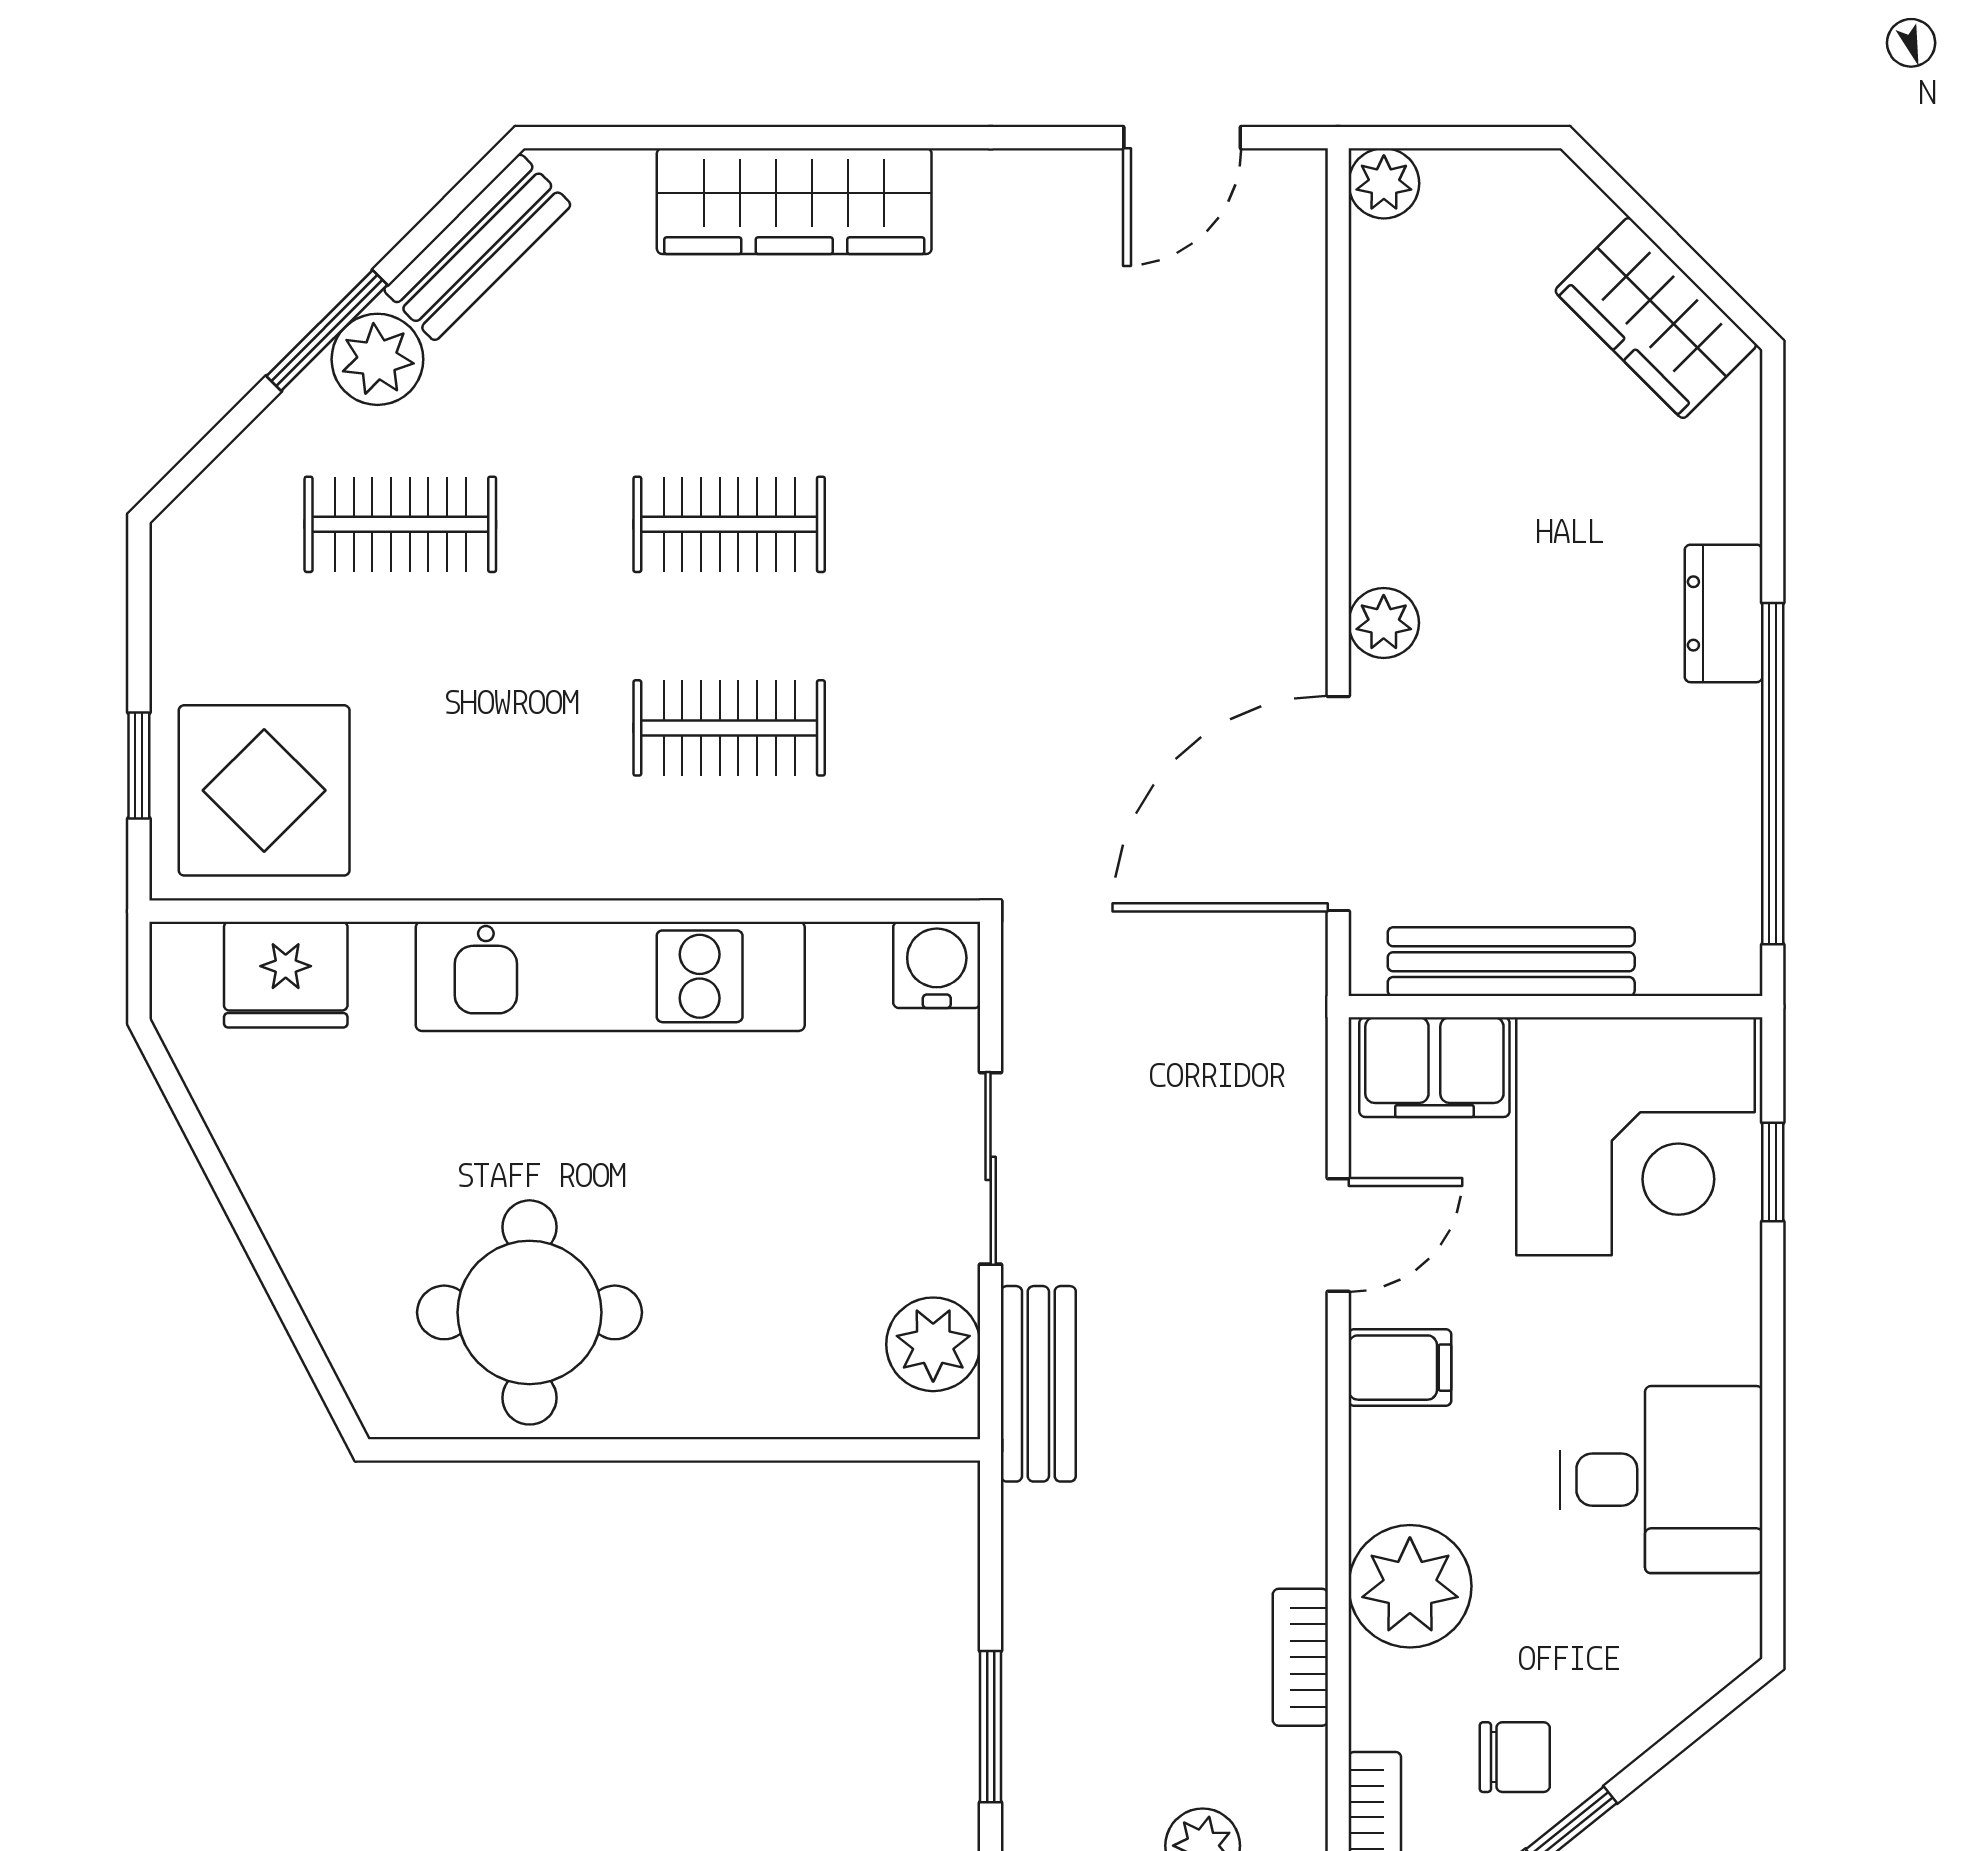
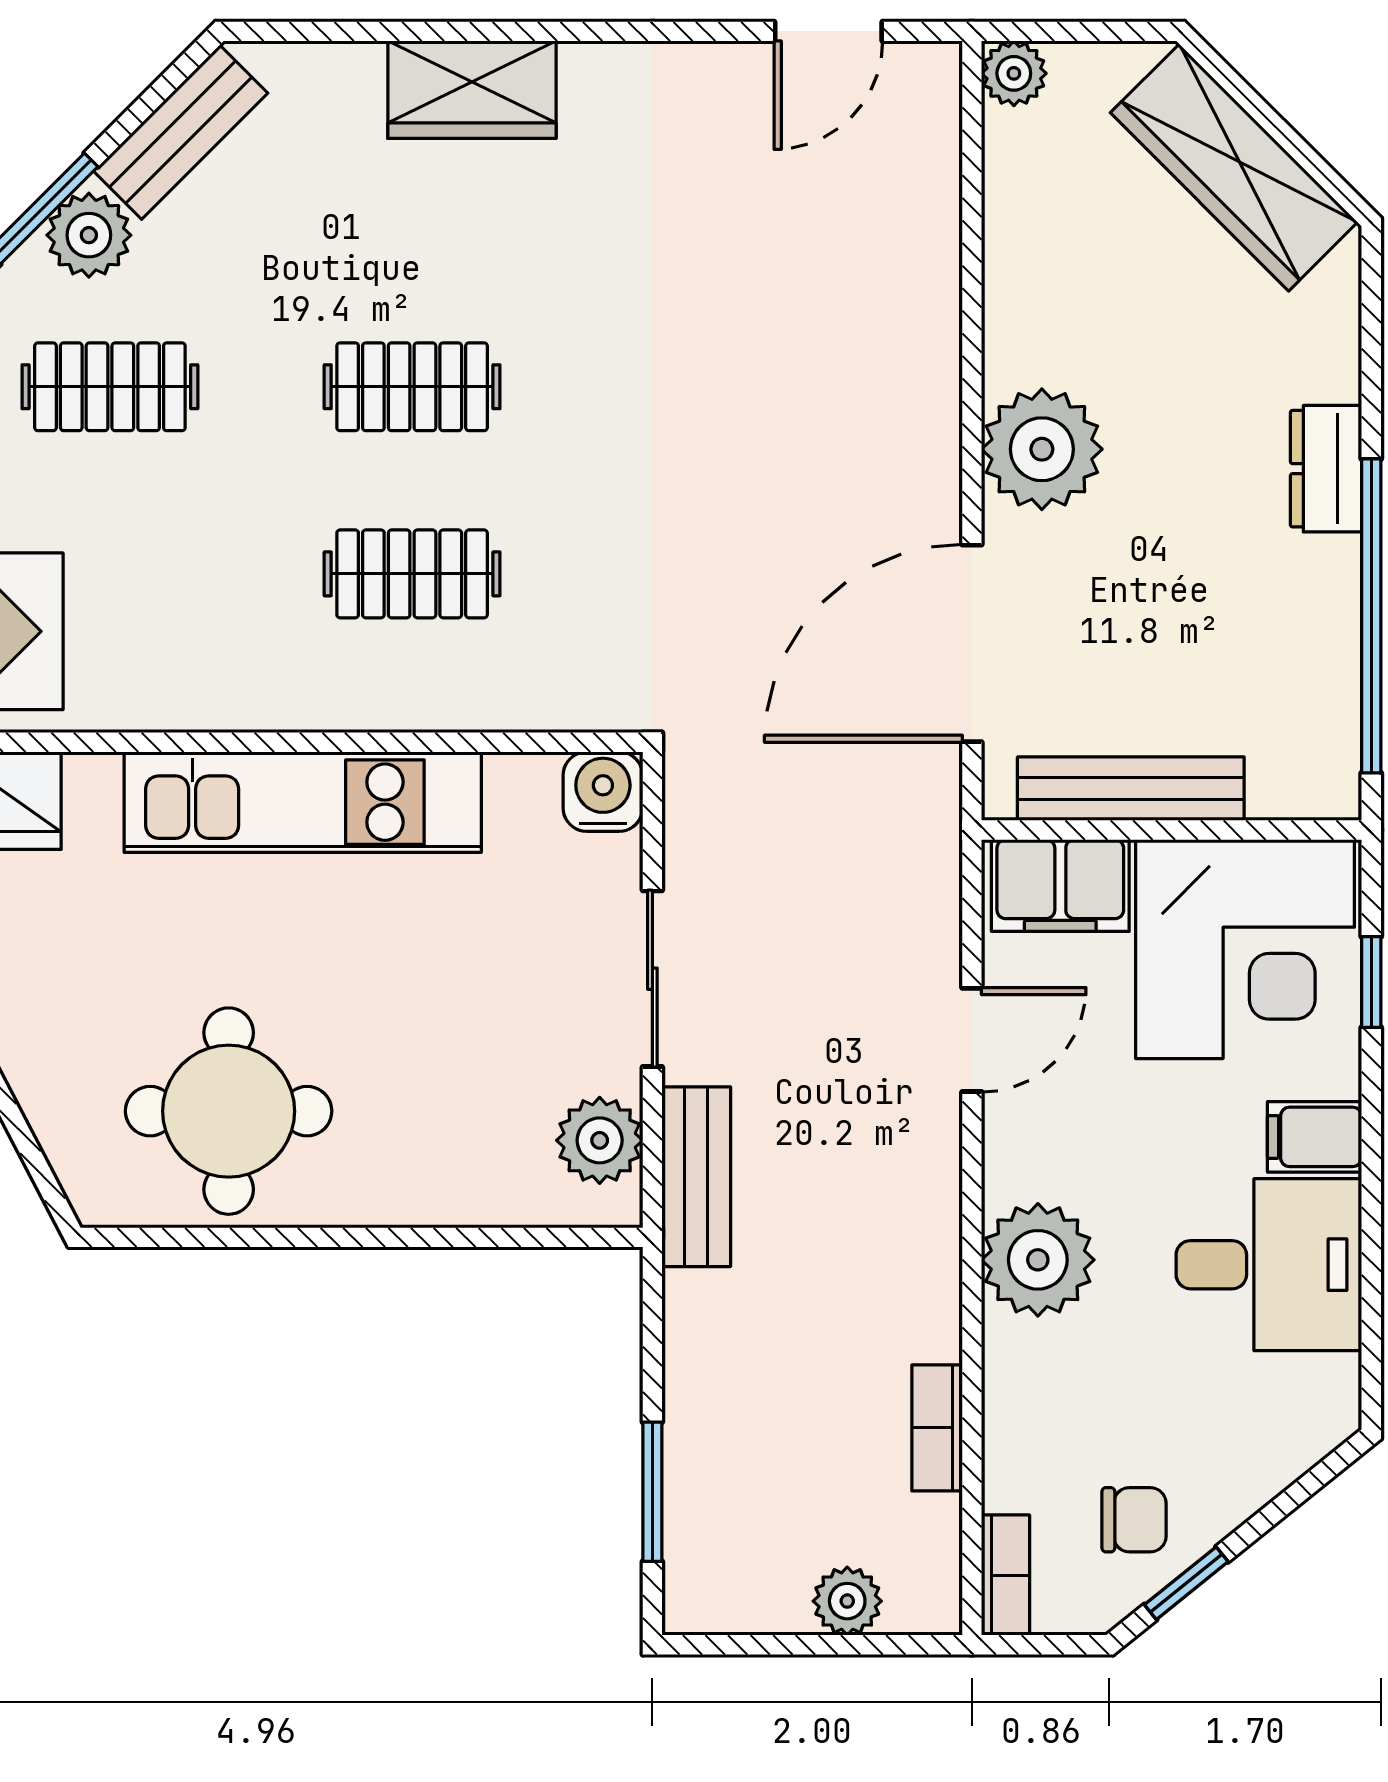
wardrobe: (794, 201) -> (472, 90), width x0.67
wardrobe: (1656, 318) -> (1234, 167), width x1.50
plant: (1384, 623) -> (1042, 449), width x1.87, depth x1.87
filing cabinet: (1400, 1368) -> (1315, 1137), moved, turned 180
plant: (1410, 1586) -> (1038, 1260), moved

